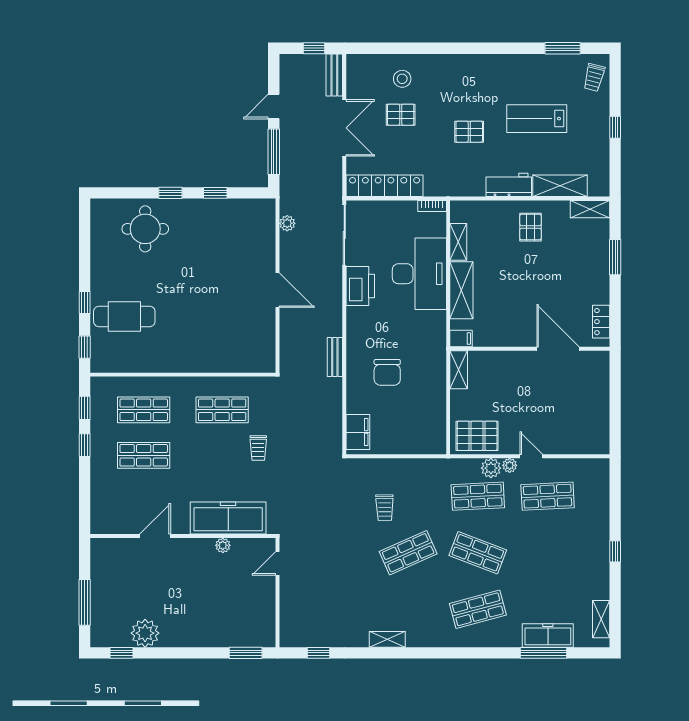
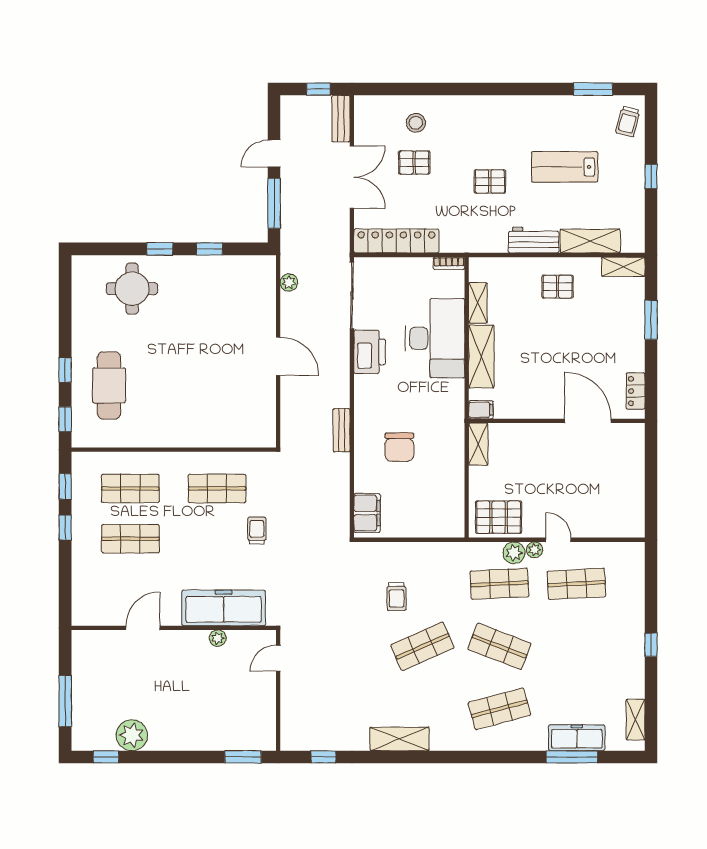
pallet: (530, 227) -> (558, 287), turned 90
cafe table: (124, 316) -> (109, 385), turned 90
trolley: (258, 448) -> (257, 531), turned 180
shelving: (387, 639) -> (399, 739), width x1.50, depth x1.33

